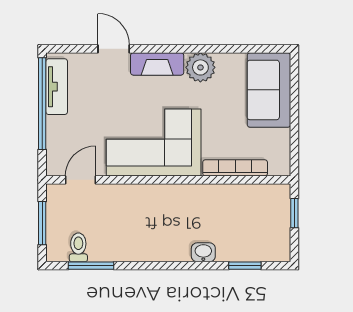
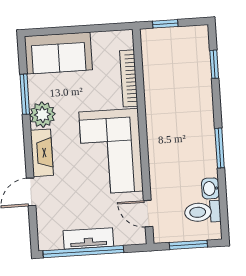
window: (225, 49) -> (25, 94), added
tv unit: (57, 87) -> (88, 239), moved
toilet: (78, 247) -> (203, 212), width x1.37, depth x1.39
washbasin: (203, 252) -> (210, 188), moved
window: (91, 266) -> (220, 148), moved

